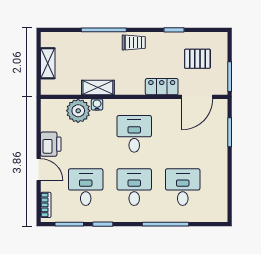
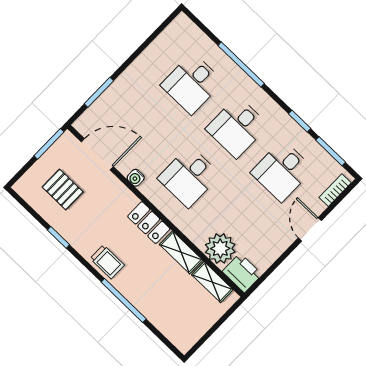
trolley: (134, 43) -> (107, 262), turned 180
shelving: (48, 63) -> (212, 282), moved, turned 90
locker: (162, 87) -> (149, 223), moved
water cooler: (97, 104) -> (136, 178), moved
printer: (51, 144) -> (242, 273), moved, turned 90

